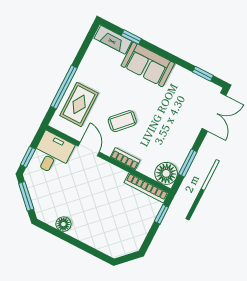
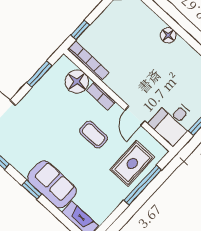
window: (131, 37) -> (32, 190), moved
coffee table: (122, 121) -> (93, 135), turned 46
floor lamp: (166, 173) -> (77, 81), moved
floor lamp: (63, 224) -> (168, 35), moved

